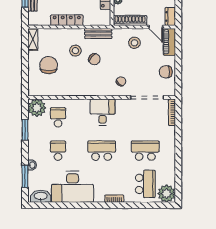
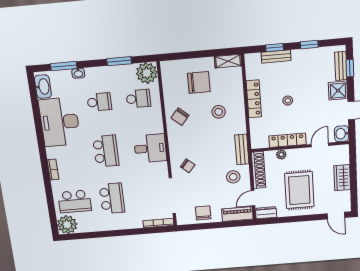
bench: (98, 33) -> (242, 149), moved
chair: (94, 59) -> (180, 117), moved

